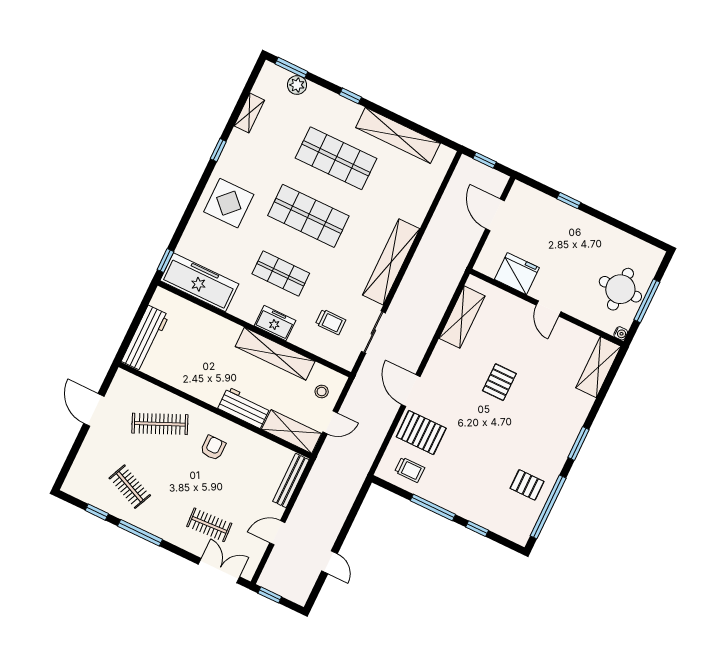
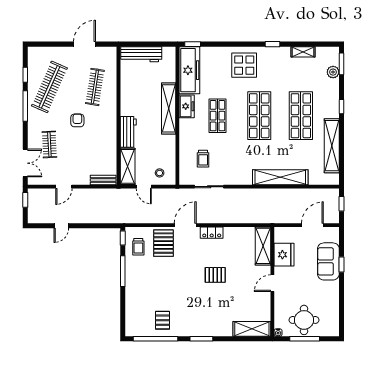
sofa: (556, 217) -> (328, 261), added
shelving: (391, 262) -> (280, 177), moved
shelving: (462, 317) -> (263, 246), moved, turned 90
freezer: (275, 323) -> (187, 106), moved
shelving: (275, 354) -> (169, 108), moved
locker: (439, 359) -> (212, 233), added
clothes rail: (160, 424) -> (95, 87), turned 33
armchair: (213, 448) -> (77, 120), moved, turned -90
bench: (291, 480) -> (103, 180), width x0.73
clothes rail: (130, 487) -> (49, 87), width x1.86, depth x1.31
window: (477, 529) -> (123, 238), moved
door: (277, 533) -> (64, 187), swing flipped

